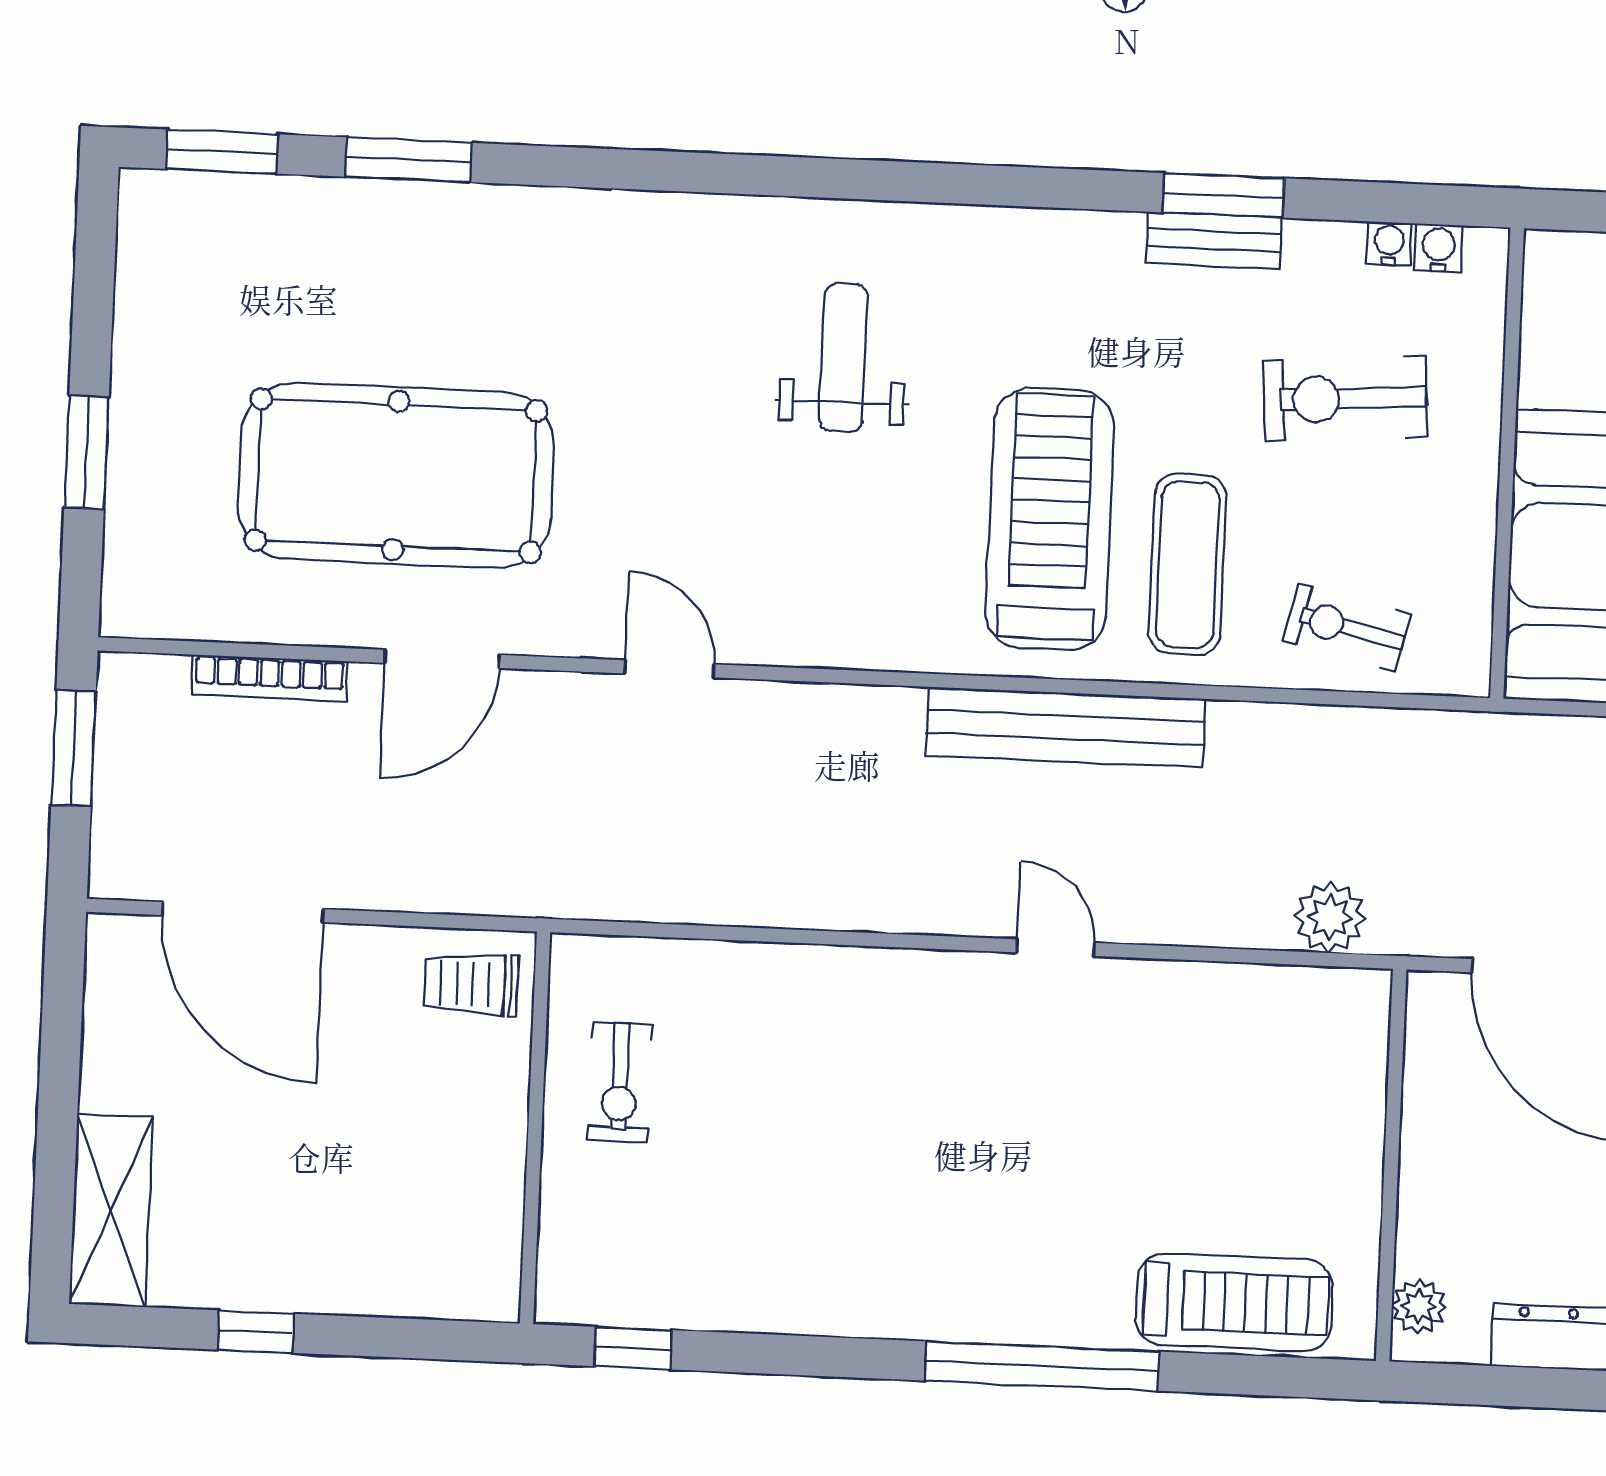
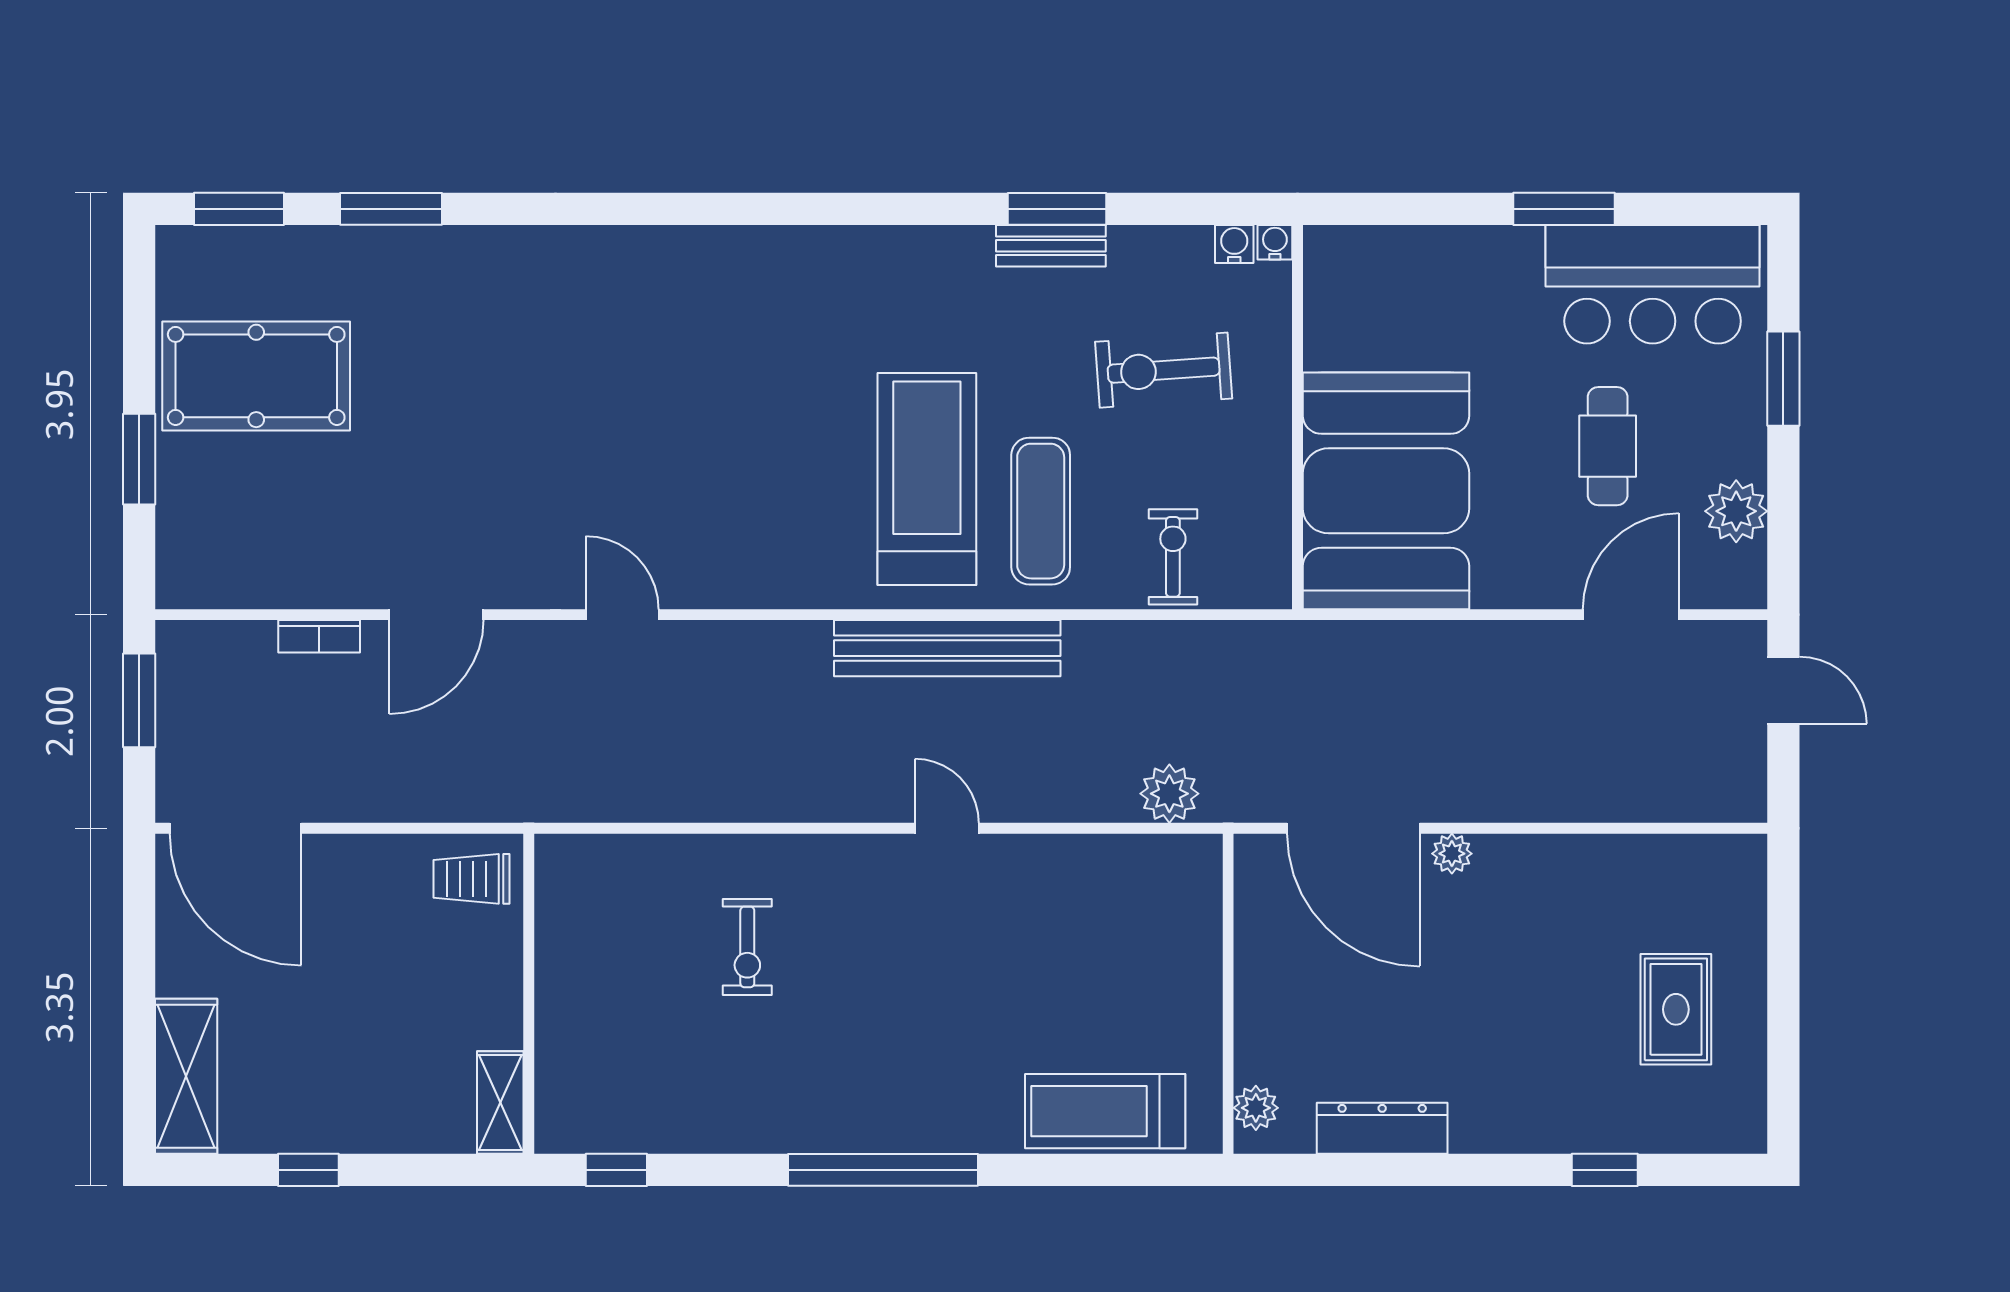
water cooler: (1389, 243) -> (1275, 242), moved
weight bench: (843, 358) -> (753, 355), removed
pool table: (396, 475) -> (256, 376), moved, width x0.73, depth x0.76
exercise bike: (1347, 628) -> (1173, 557), turned 77
bookcase: (270, 678) -> (319, 636), width x0.64
door: (243, 912) -> (235, 828), moved
exercise bike: (620, 1082) -> (747, 947), moved
shelving: (494, 1259) -> (500, 1102), added
treadmill: (1234, 1302) -> (1105, 1111), turned 180
window: (1042, 1366) -> (883, 1170), moved

